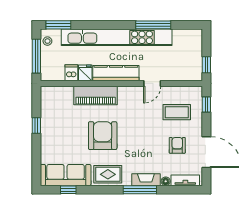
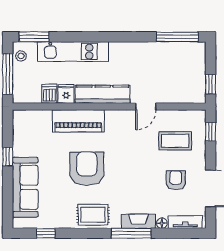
window: (153, 25) -> (177, 37), moved
kitchen unit: (117, 37) -> (73, 52), width x0.54
sofa: (66, 175) -> (25, 187), moved, turned 90

